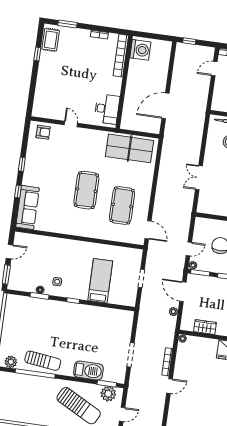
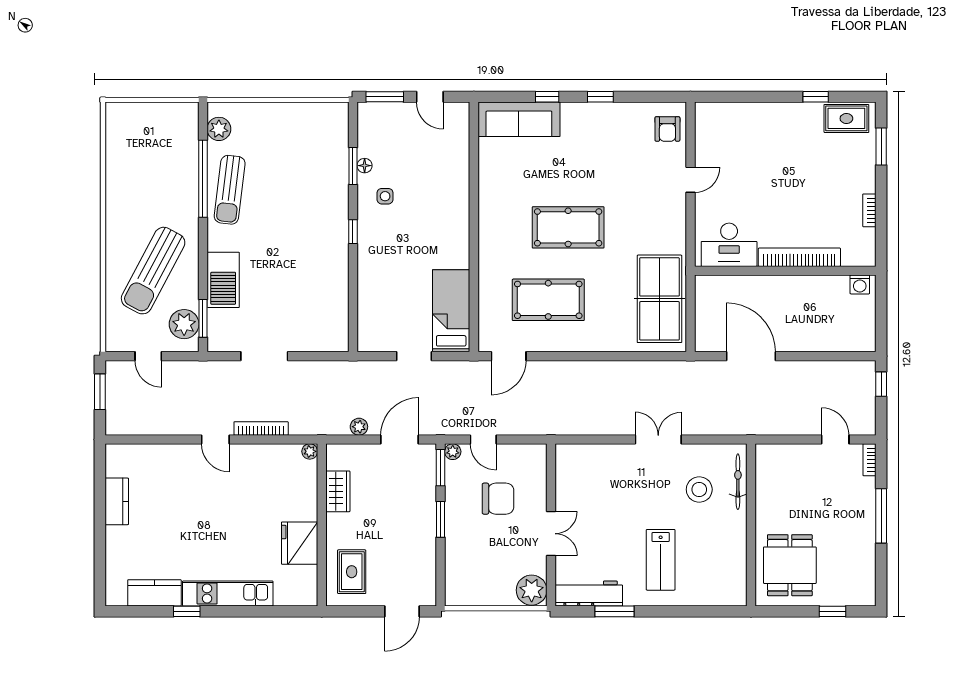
washing machine: (140, 50) -> (860, 284), width x0.53, depth x0.53
bookcase: (121, 56) -> (799, 257), moved
double door: (199, 178) -> (658, 439), moved
bed: (100, 281) -> (451, 311), moved, turned -90

